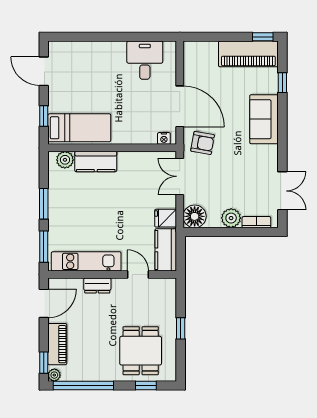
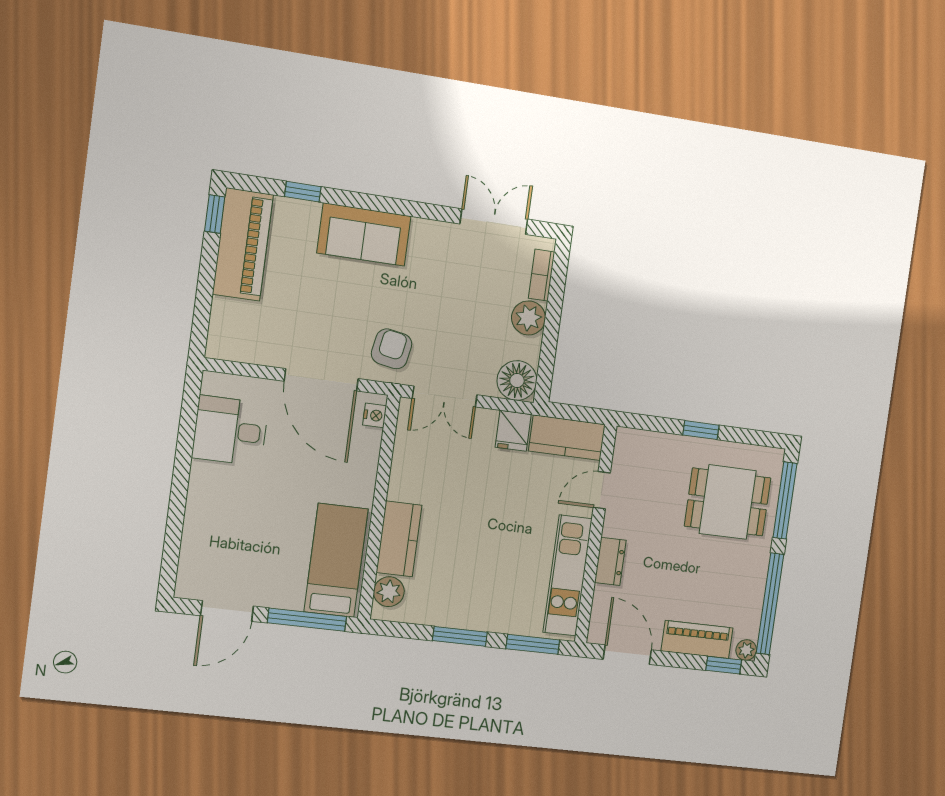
door: (180, 106) -> (321, 380), swing flipped
window: (44, 116) -> (307, 620), width x2.17
window: (146, 385) -> (785, 500), width x2.17

